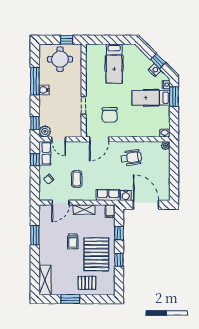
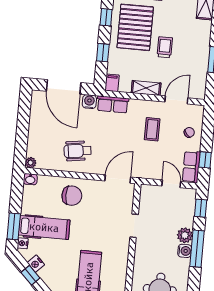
window: (35, 81) -> (197, 249), moved
chair: (110, 115) -> (72, 196), moved, turned 90
plant: (45, 131) -> (185, 235), moved

